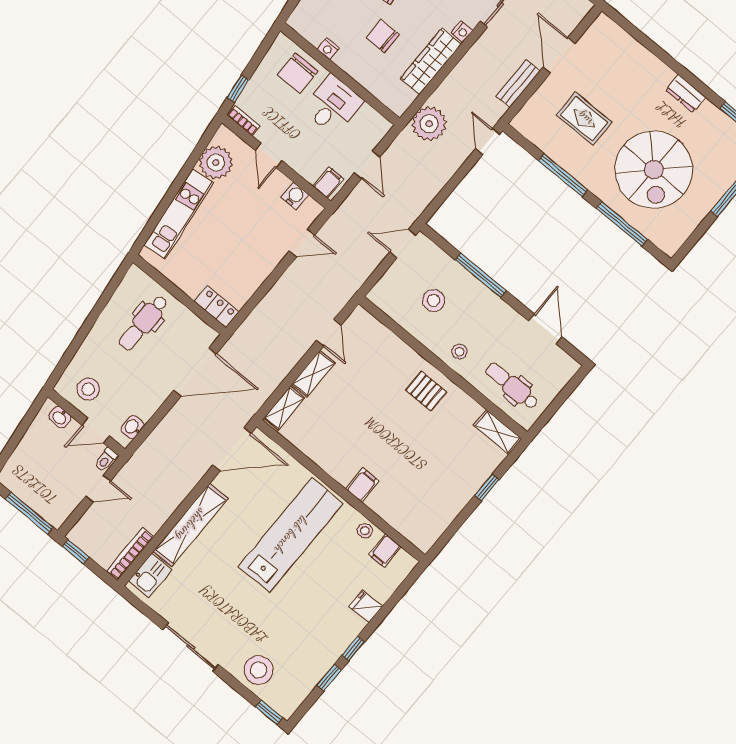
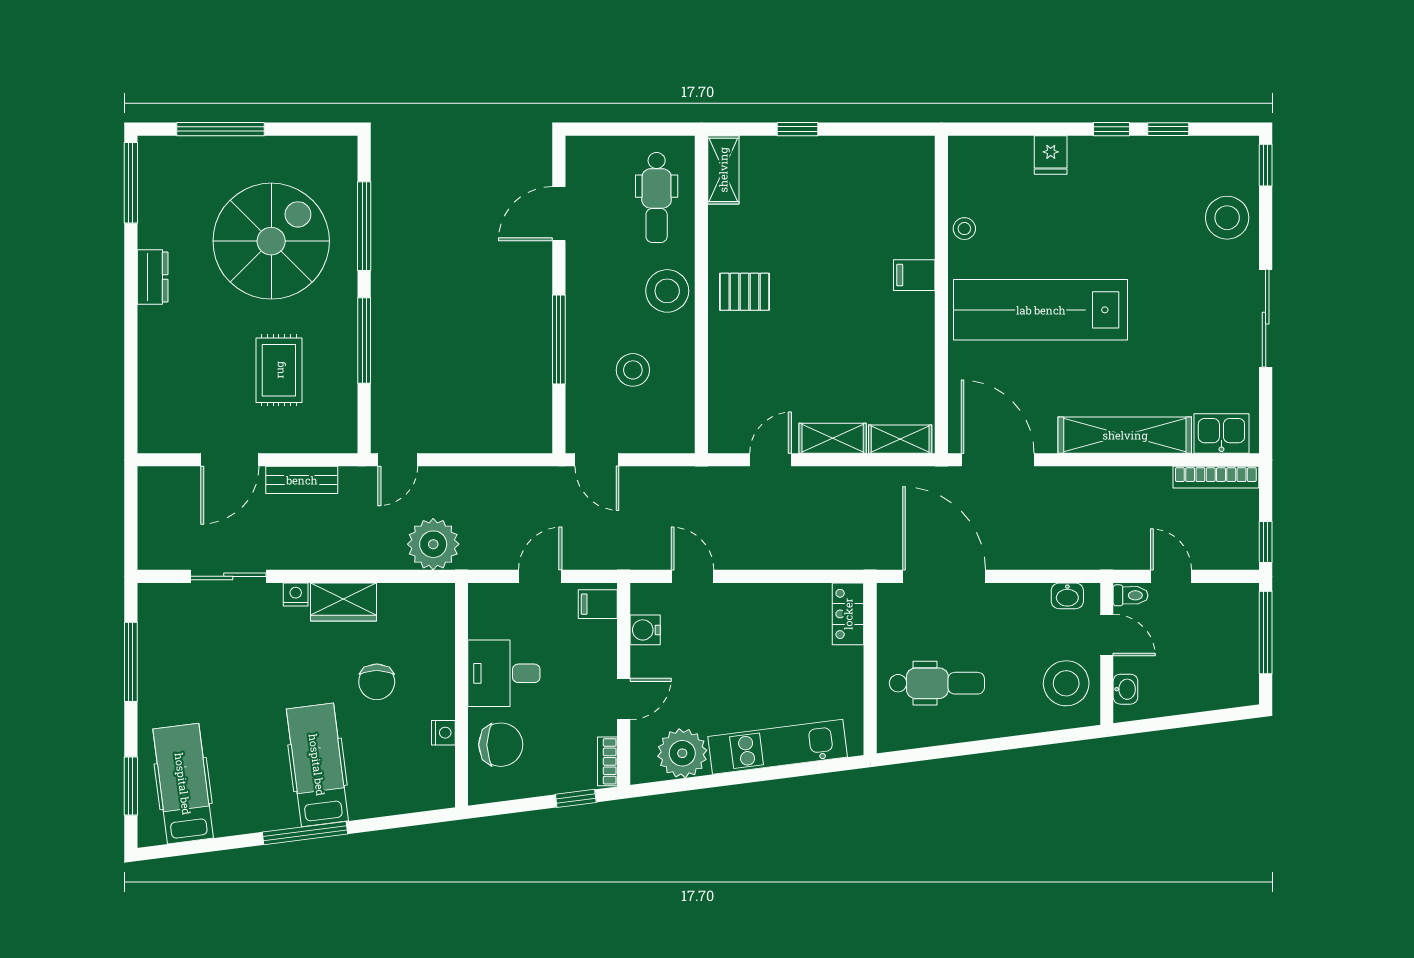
wardrobe: (431, 61) -> (343, 602), width x0.67
stool: (459, 352) -> (667, 291), width x1.89, depth x1.89
stool: (88, 389) -> (1066, 683), width x1.38, depth x1.38
pallet: (426, 391) -> (745, 292), turned 90
filing cabinet: (385, 551) -> (968, 186), removed

